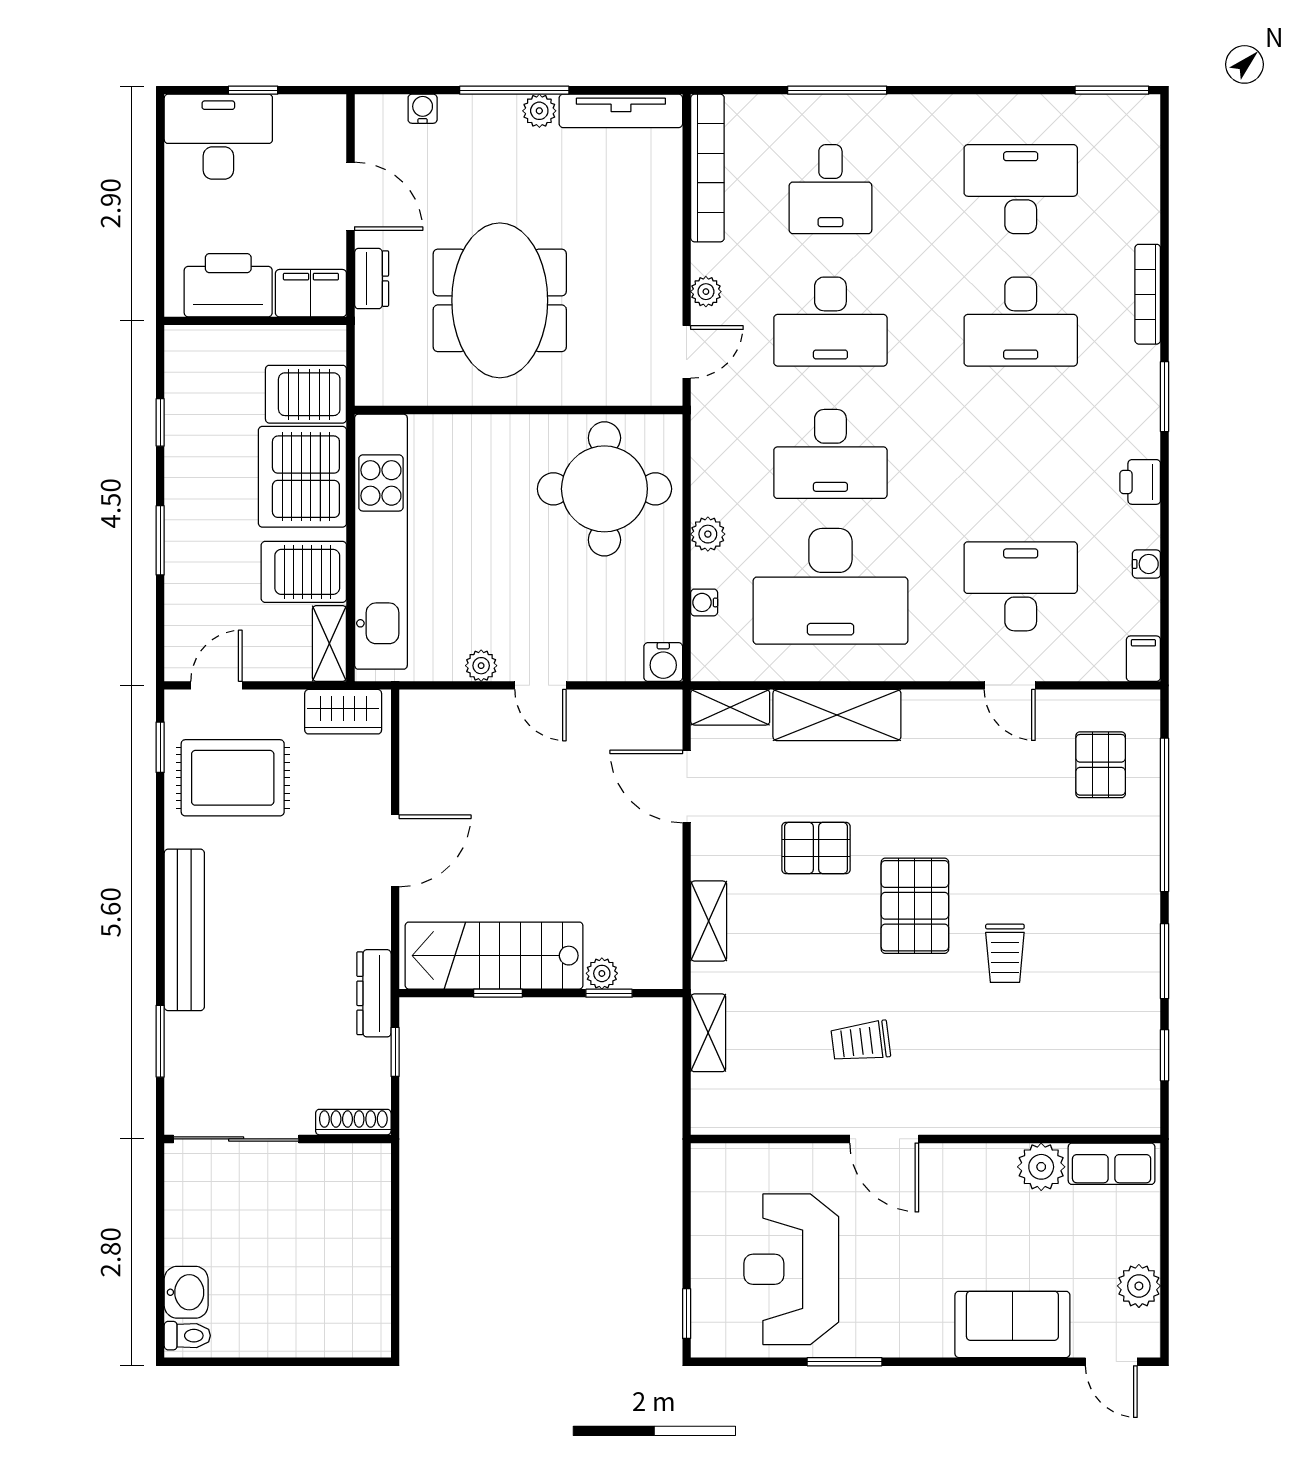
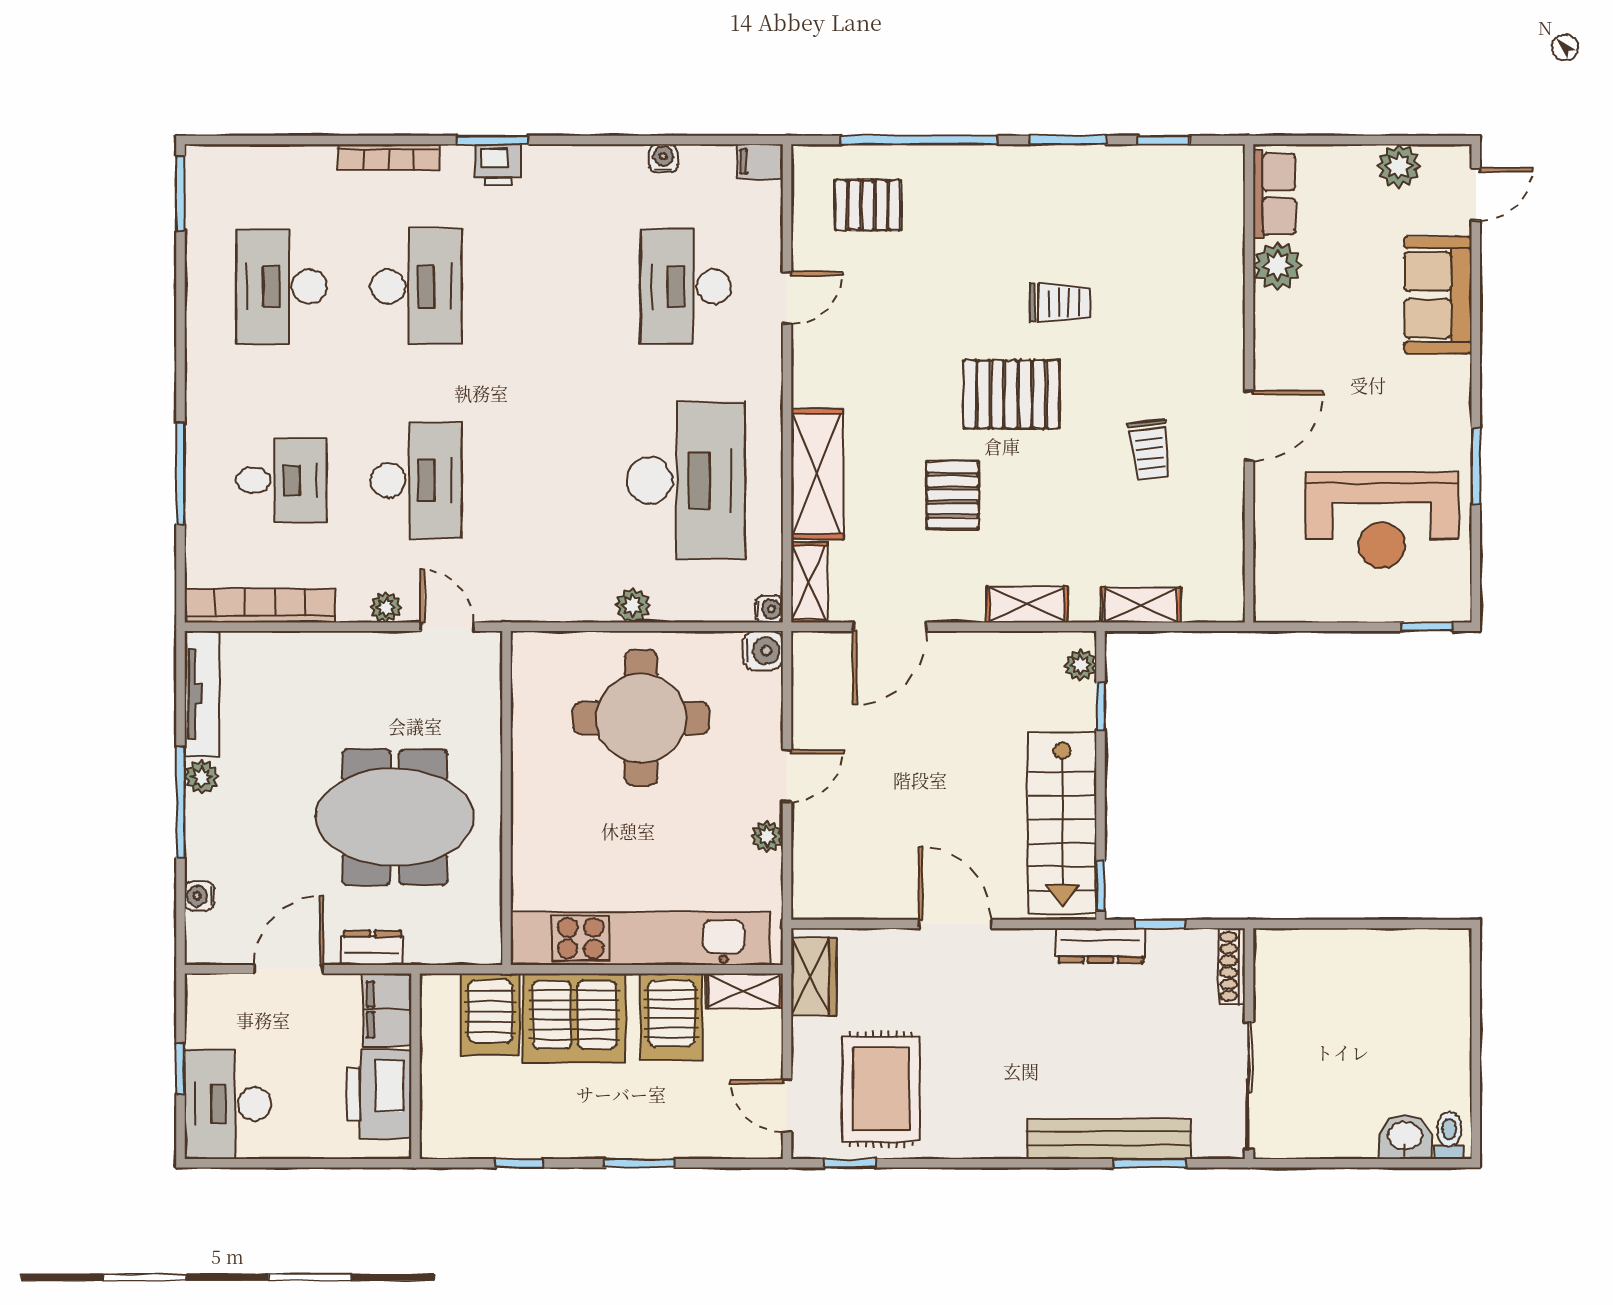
desk: (830, 454) -> (551, 480), removed
printer: (1140, 482) -> (498, 165), moved
round table: (604, 489) -> (641, 718), moved
water cooler: (704, 602) -> (769, 609), moved, turned -90
bench: (184, 930) -> (1109, 1139), moved
plant: (602, 973) -> (1080, 665), moved
window: (498, 993) -> (1100, 885), moved

